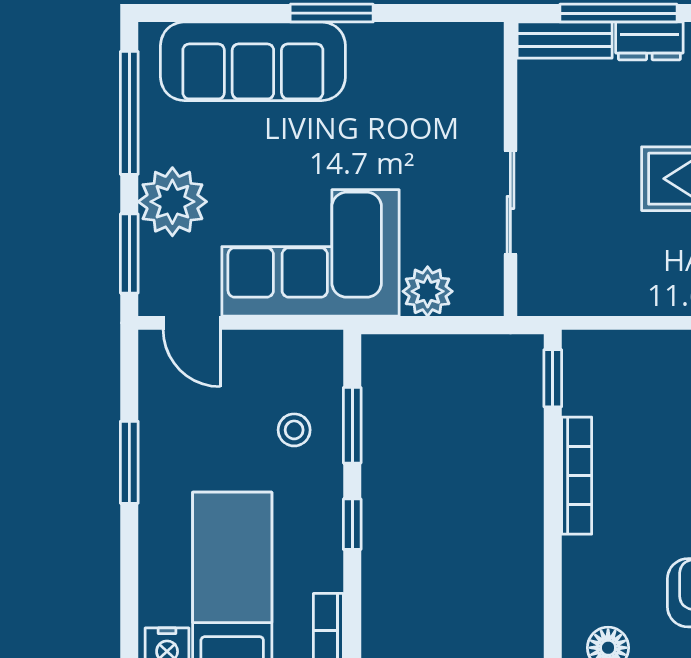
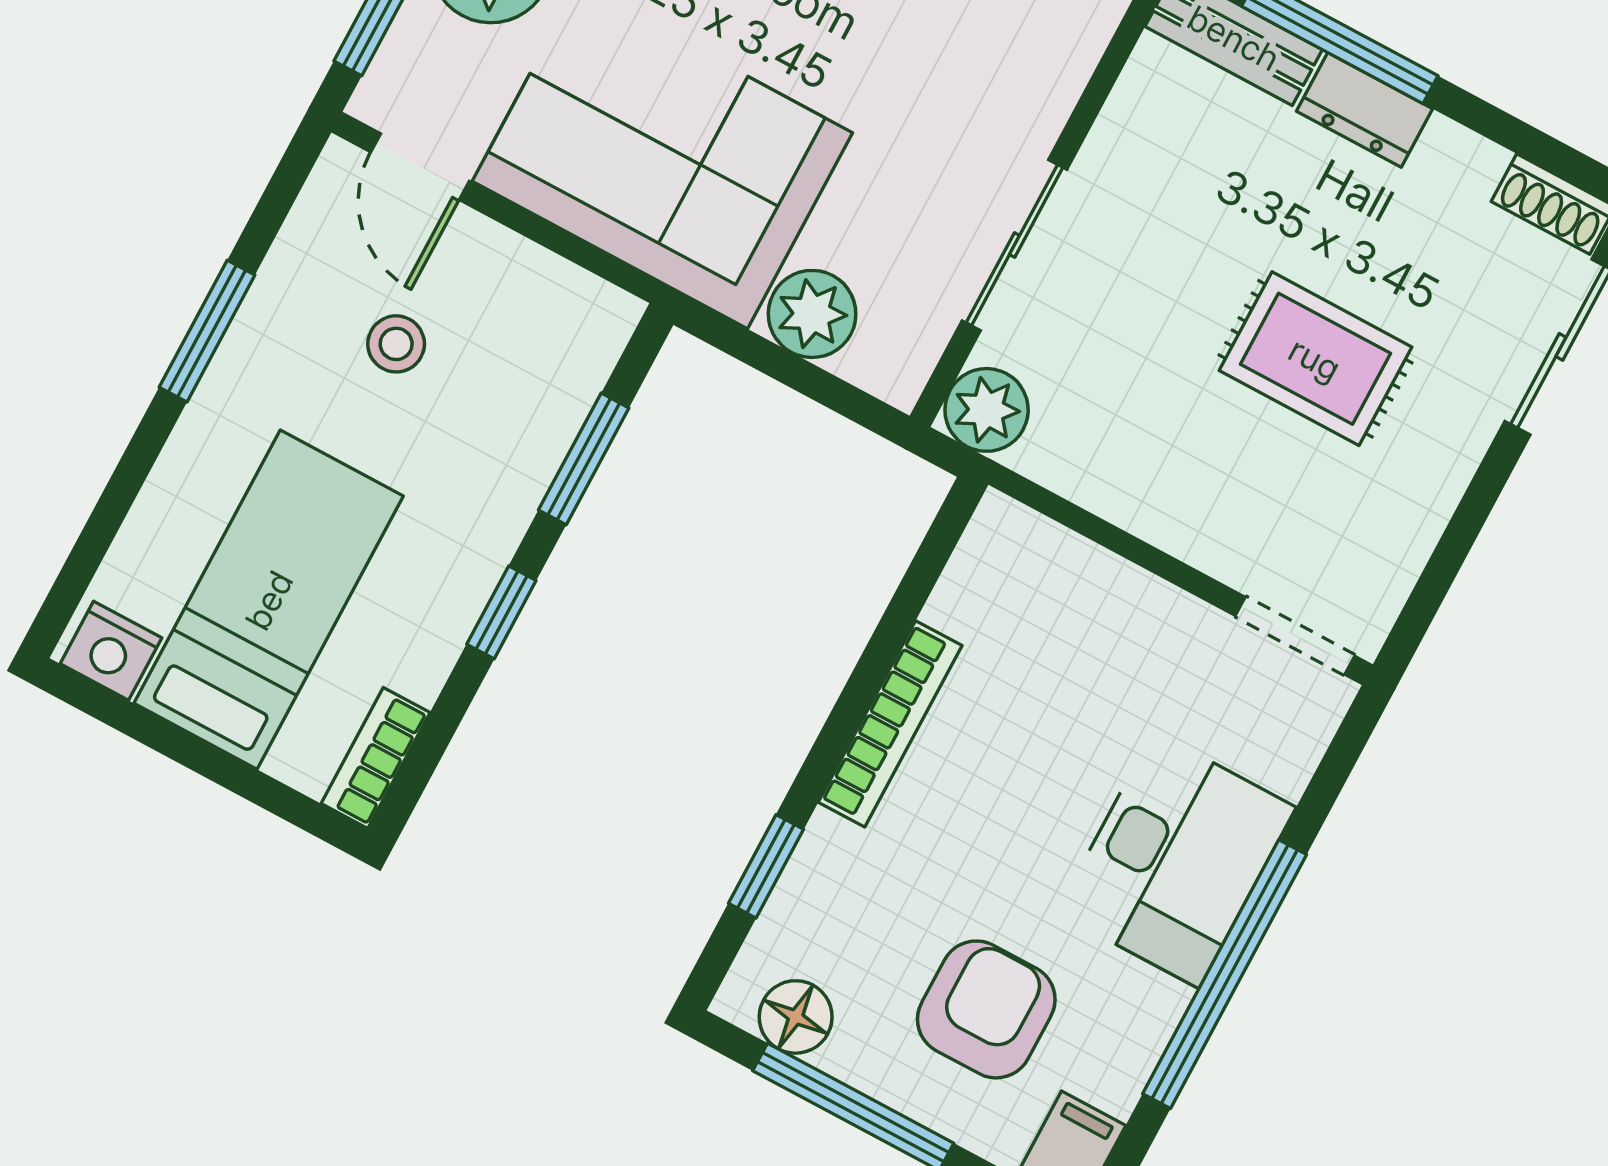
plant: (541, 293) -> (987, 410), added
window: (553, 378) -> (766, 866), moved
stool: (294, 430) -> (396, 344), moved

